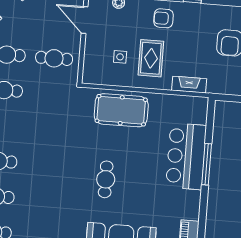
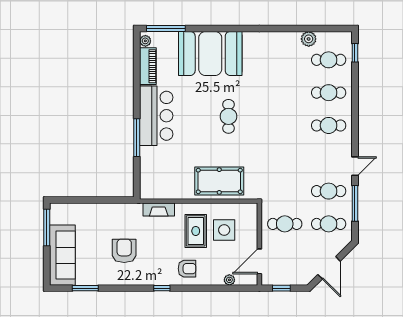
door: (85, 20) -> (259, 261), swing flipped
side table: (120, 57) -> (224, 230), width x1.87, depth x1.87
bar counter: (186, 156) -> (156, 116), moved

